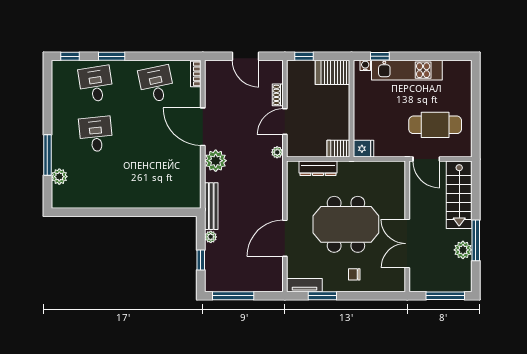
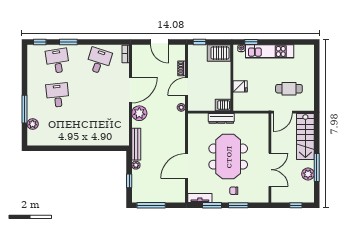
desk: (156, 84) -> (99, 61), turned 30
cafe table: (435, 125) -> (289, 89), width x0.73, depth x0.74
door: (203, 127) -> (130, 90), swing flipped
fridge: (364, 149) -> (240, 86), moved
door: (426, 159) -> (283, 112), hinge flipped
dresser: (318, 168) -> (221, 118), moved
meeting table: (346, 224) -> (228, 157), turned 90
double door: (407, 244) -> (270, 170), swing flipped
window: (361, 296) -> (238, 205), added
window: (445, 296) -> (296, 205), width x0.46

